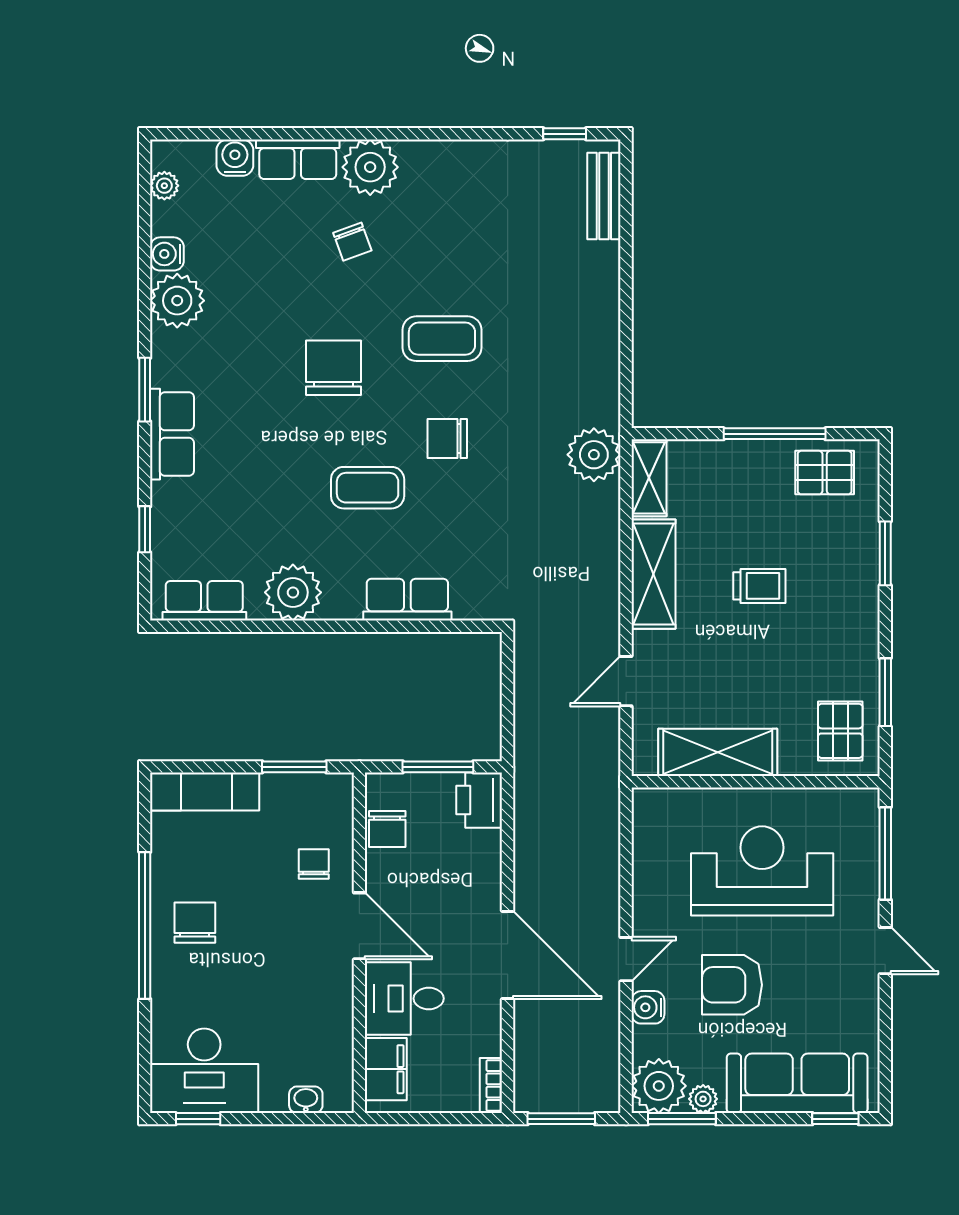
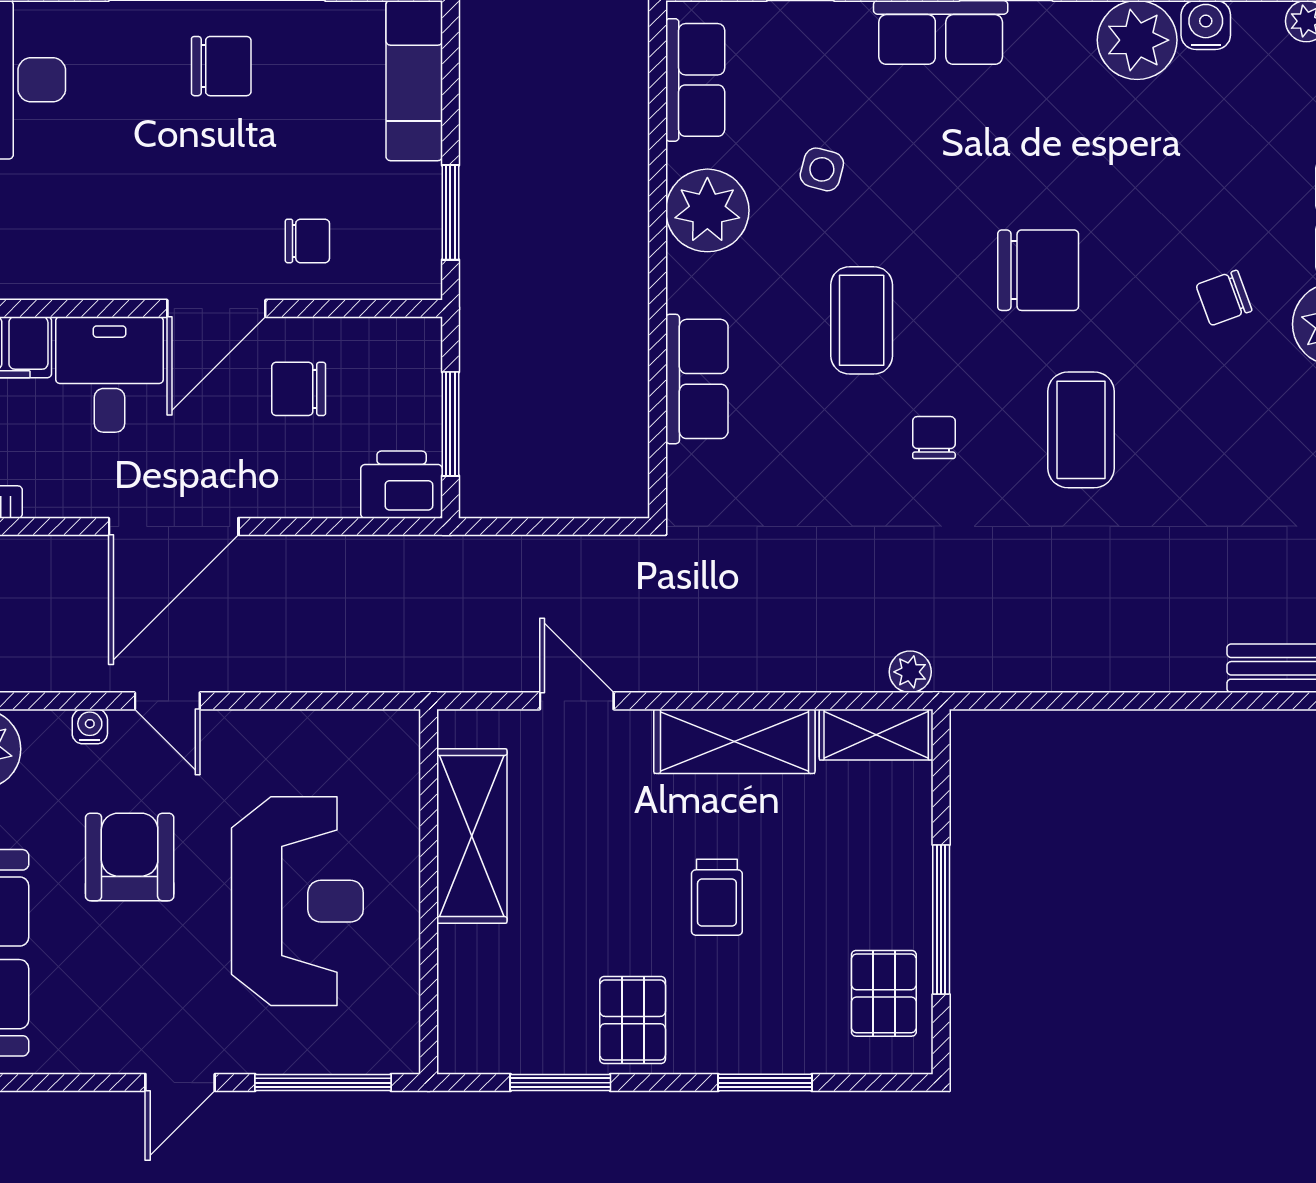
chair: (447, 439) -> (934, 438), width x0.73, depth x0.73
plant: (594, 455) -> (910, 672), width x0.53, depth x0.53
side table: (265, 515) -> (822, 169), added
pallet: (840, 731) -> (633, 1020), moved, turned 90
chair: (387, 829) -> (299, 389), moved
water cooler: (648, 1007) -> (90, 727), width x0.72, depth x0.72

